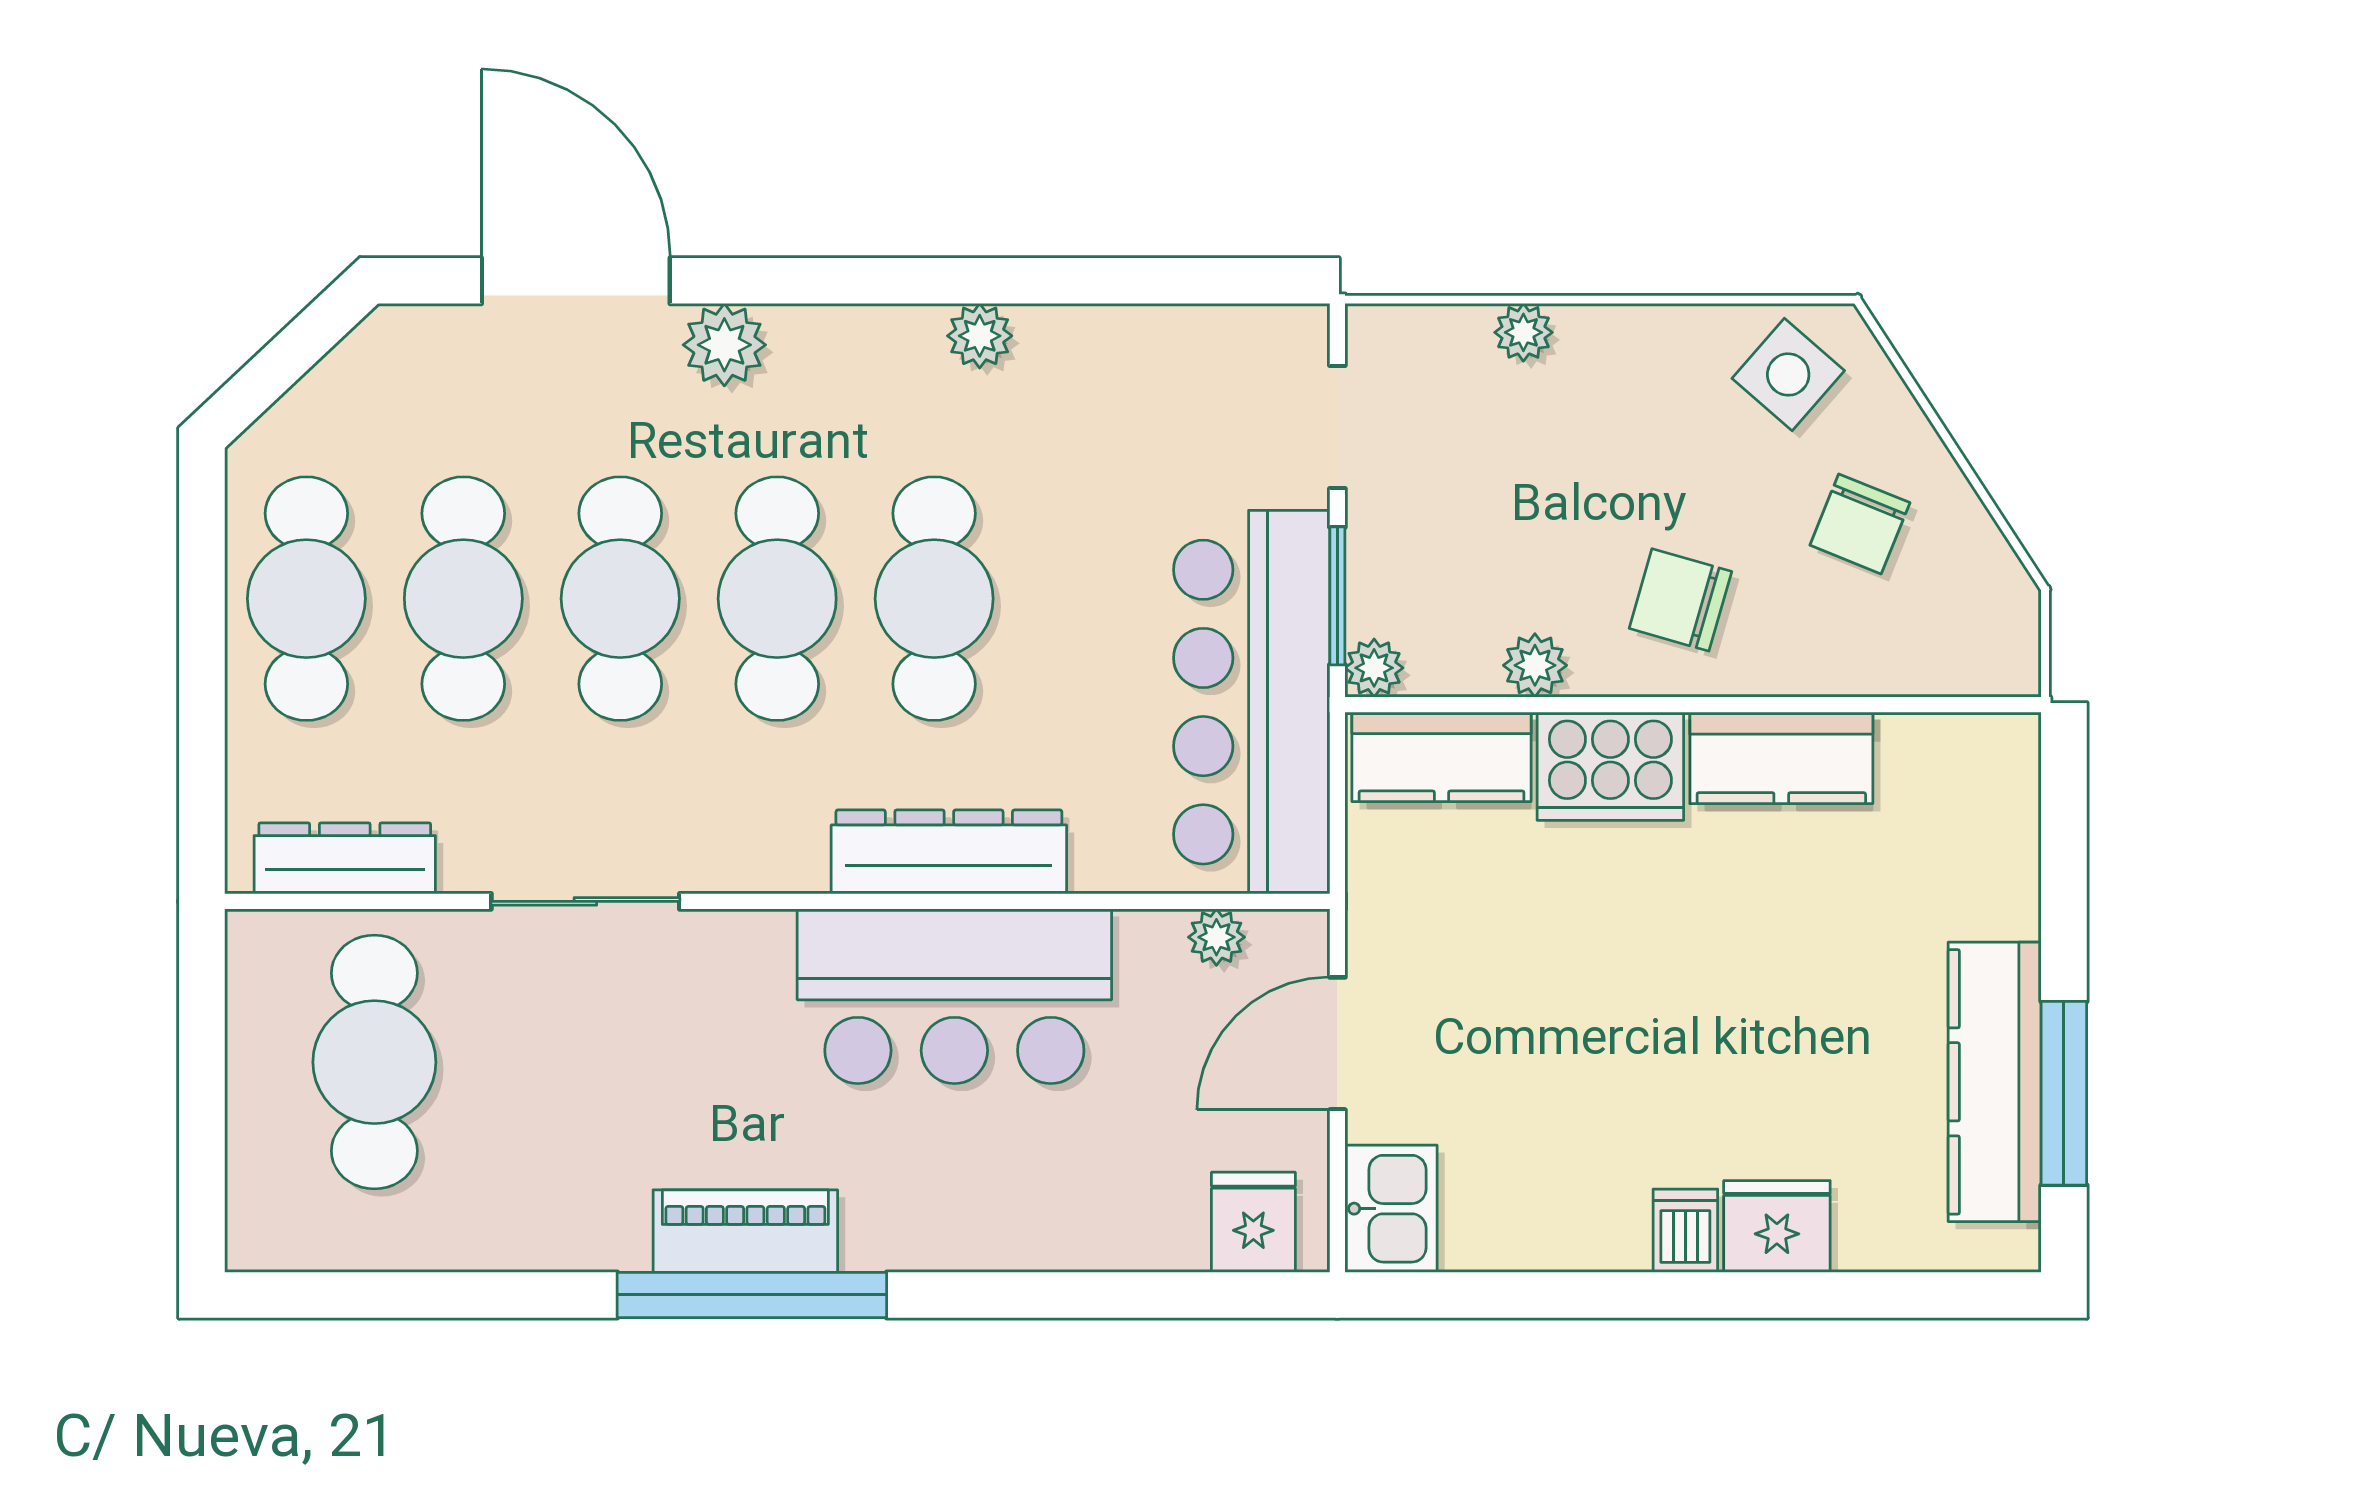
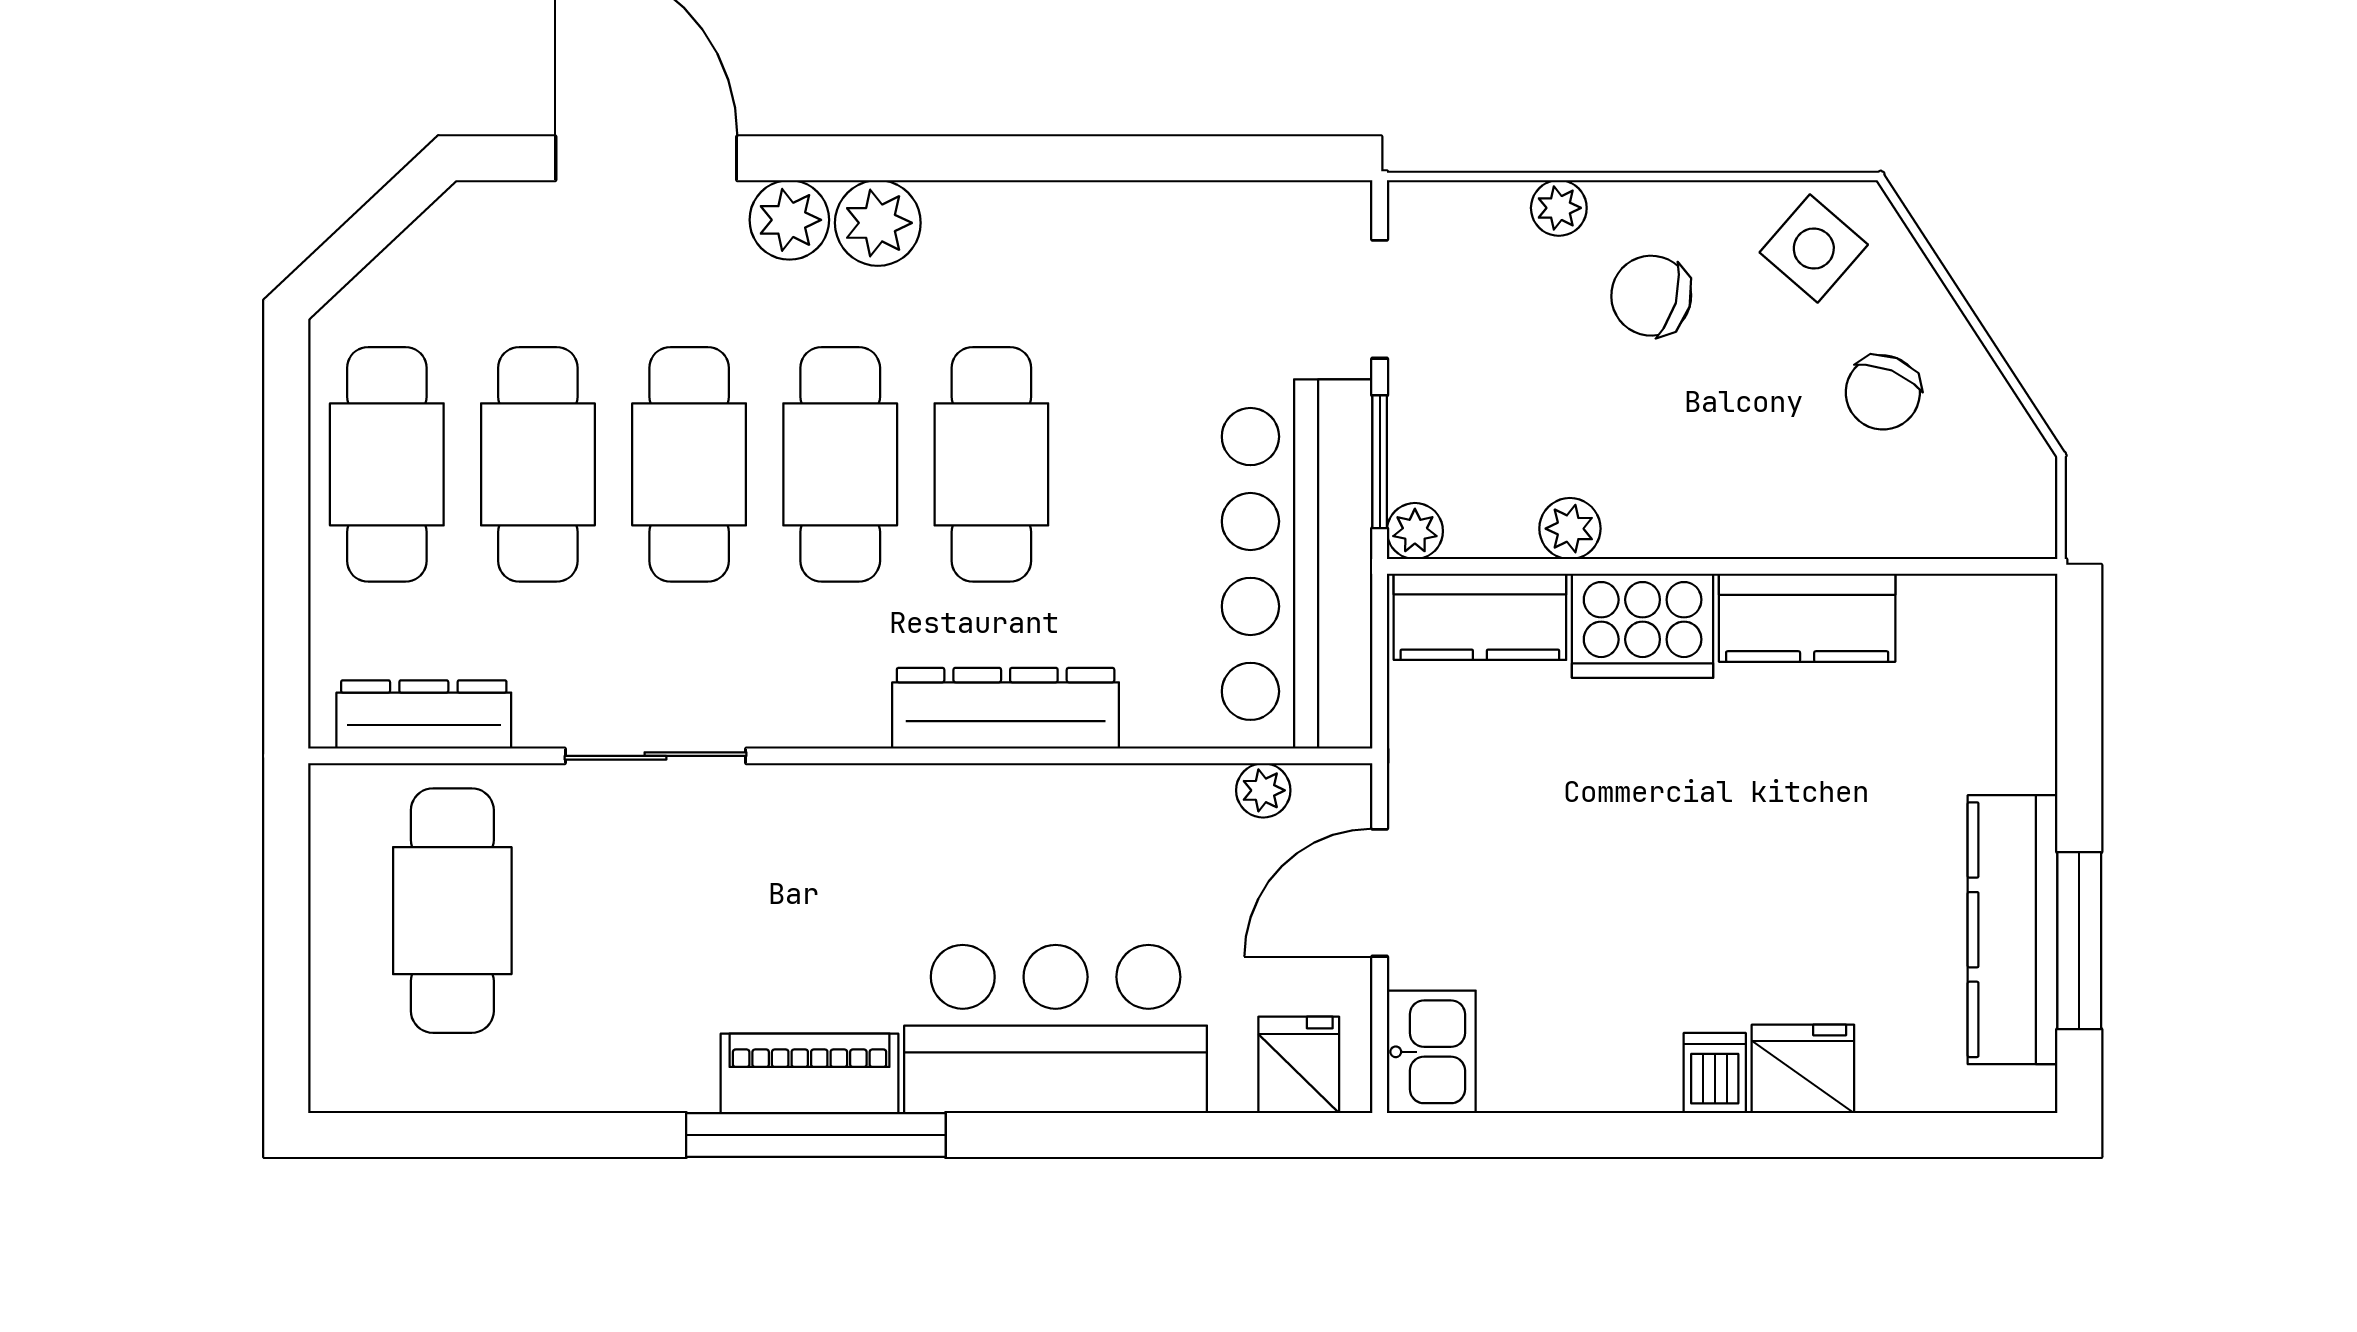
plant: (980, 336) -> (878, 223), moved, width x1.38, depth x1.38
chair: (1680, 600) -> (1651, 296), moved
bar counter: (954, 996) -> (1056, 1029), moved, turned 180

